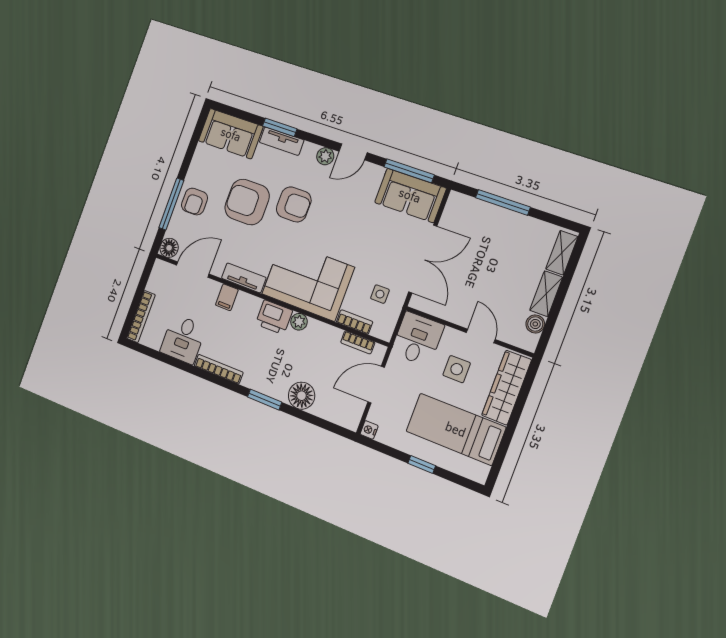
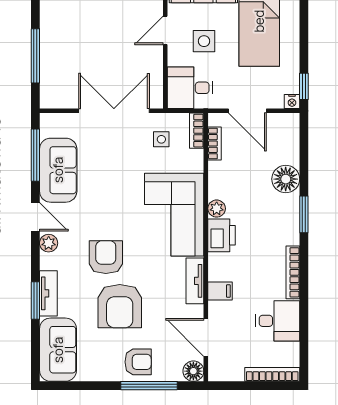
sofa: (410, 195) -> (58, 170), moved
bookcase: (355, 322) -> (197, 131), moved
window: (422, 464) -> (304, 86), moved

